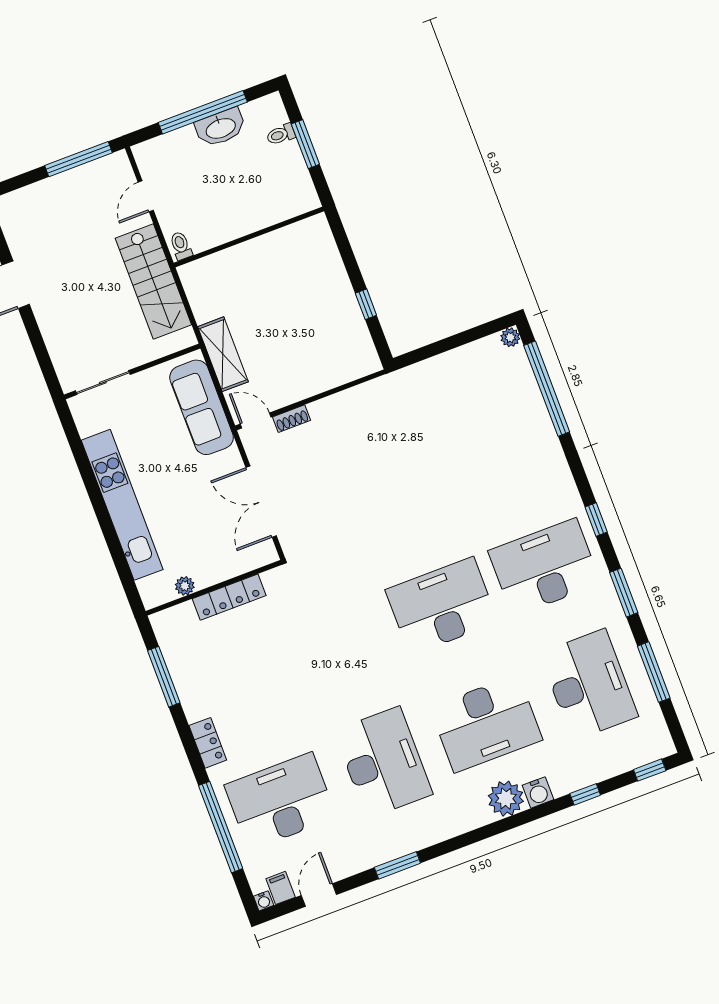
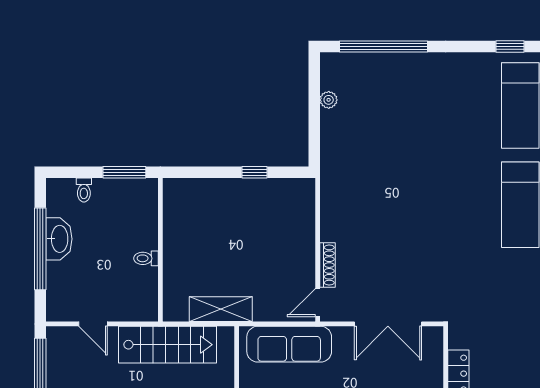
window: (305, 144) -> (124, 172), moved
toilet: (181, 246) -> (146, 258), moved
plant: (510, 337) -> (329, 100), moved
shelving: (223, 354) -> (221, 309), moved
shoe rack: (292, 419) -> (327, 265), width x1.43

